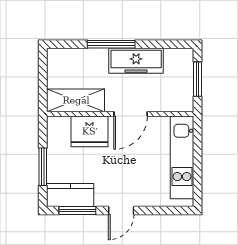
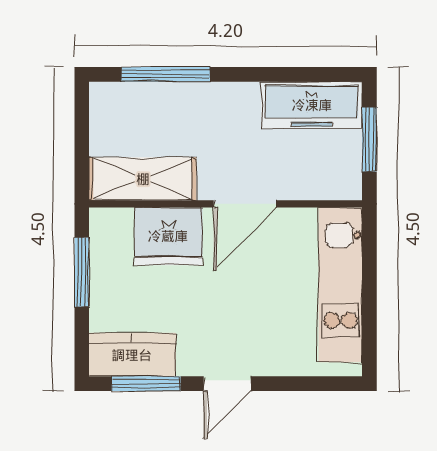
window: (111, 44) -> (166, 74), moved
freezer: (136, 61) -> (312, 105), moved
window: (43, 167) -> (82, 272), moved

